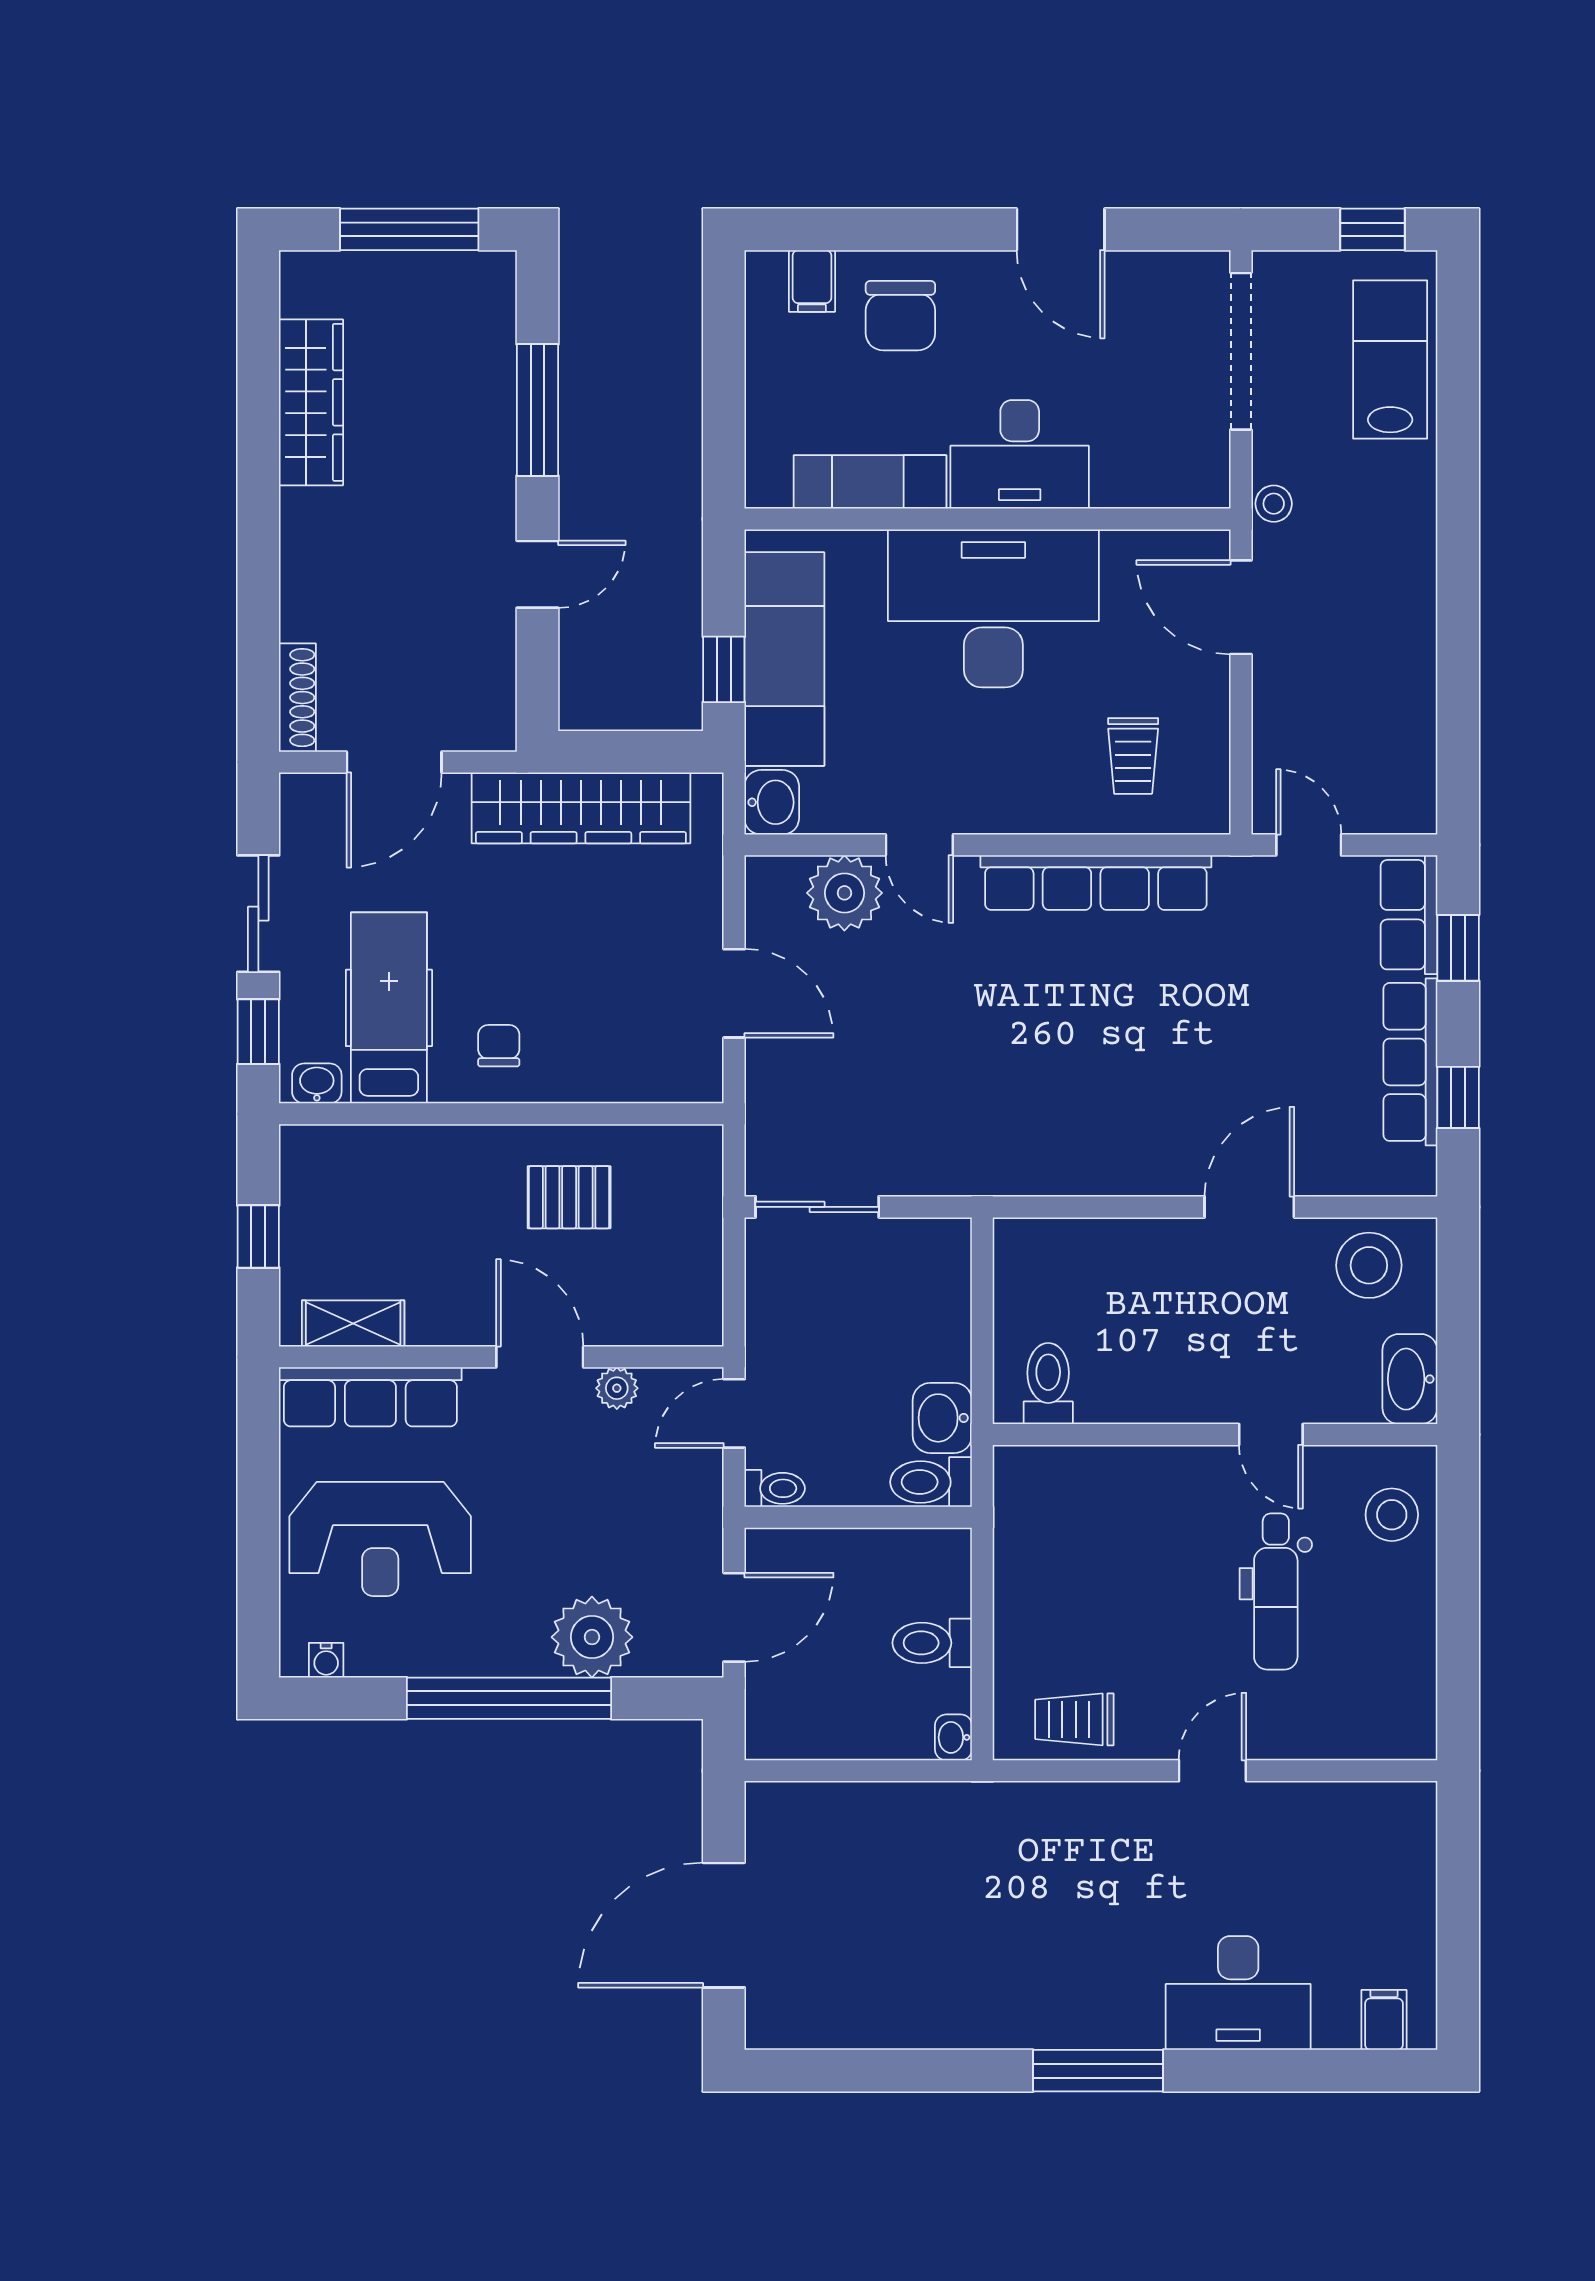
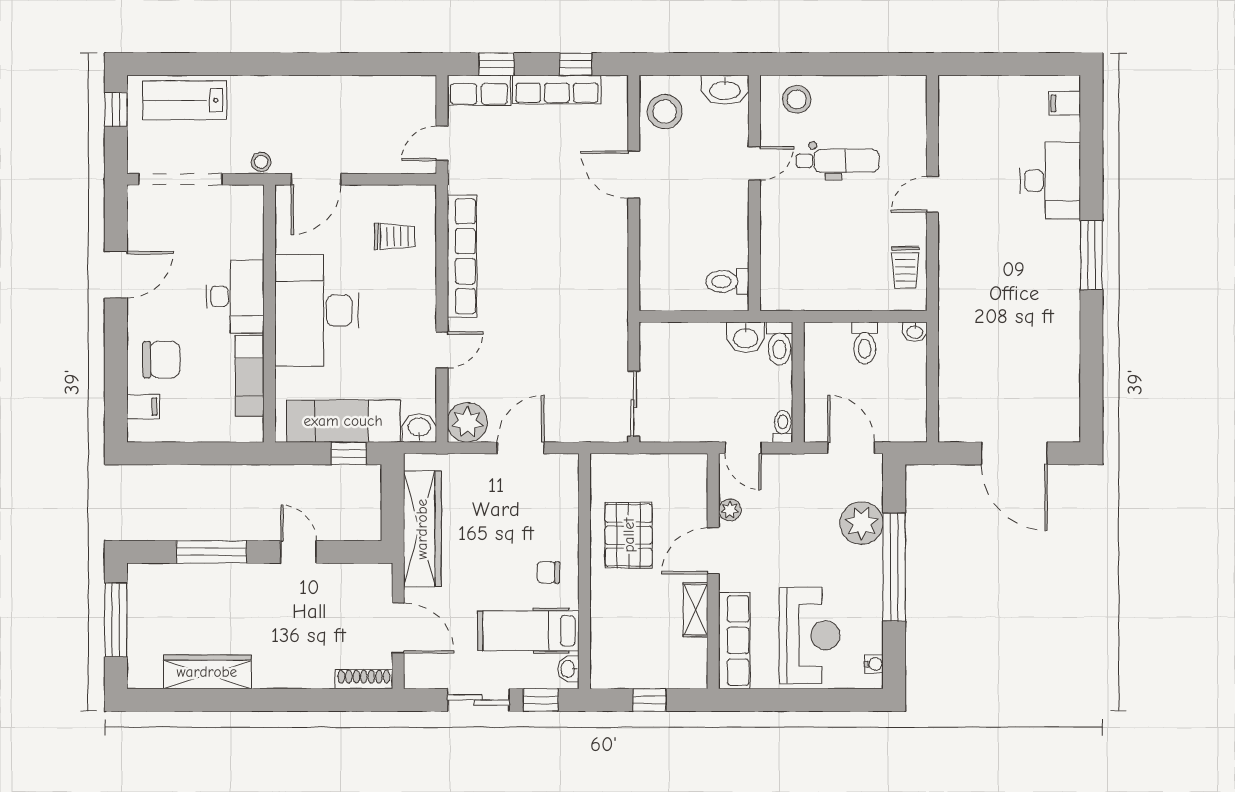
plant: (844, 893) -> (467, 422), moved
pallet: (569, 1197) -> (629, 535), width x1.50, depth x1.42
shelving: (353, 1323) -> (695, 610), moved
door: (1212, 1771) -> (932, 194), hinge flipped

